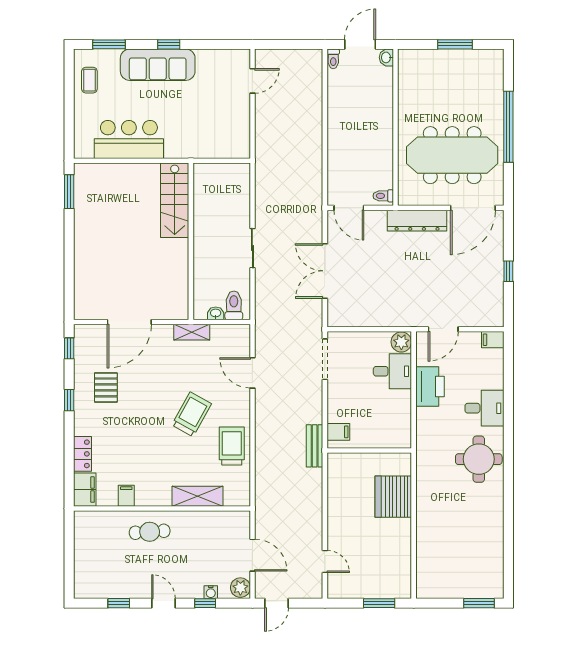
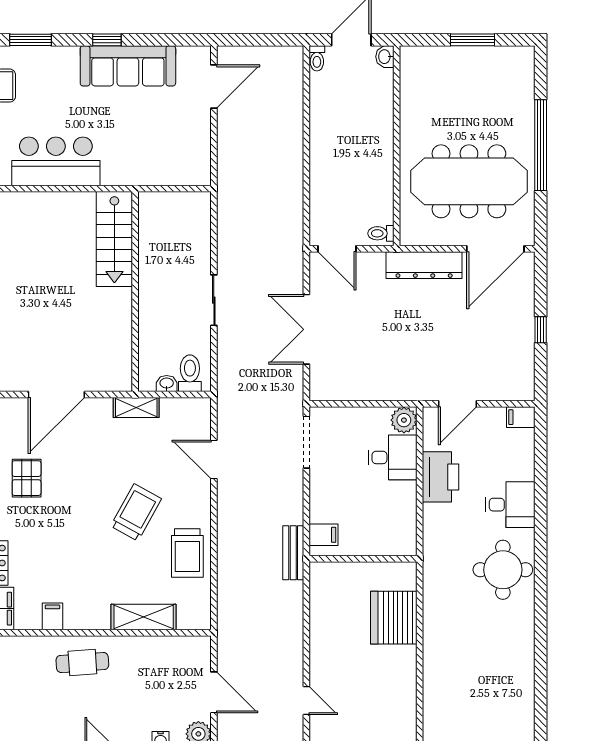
sofa: (158, 65) -> (128, 66), moved
door: (252, 81) -> (214, 86), width x1.38
trolley: (232, 446) -> (187, 553), turned 180

